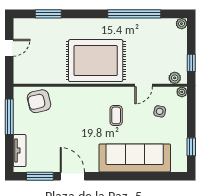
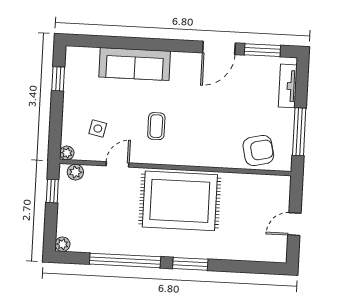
window: (48, 14) -> (190, 264), moved
sofa: (135, 158) -> (135, 64), width x0.74, depth x0.79
door: (72, 176) -> (219, 48), hinge flipped

